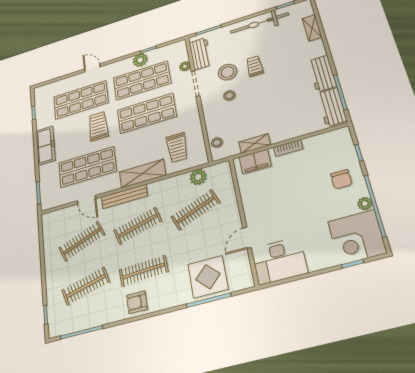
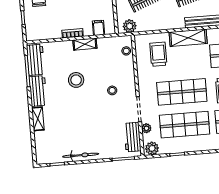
bicycle: (259, 23) -> (81, 155), width x0.73, depth x0.71
shelving: (312, 28) -> (38, 119), moved
plant: (140, 60) -> (152, 148), moved
trolley: (255, 66) -> (89, 112), removed
stool: (228, 72) -> (76, 80), moved
shelving: (255, 143) -> (85, 44), moved
filing cabinet: (255, 162) -> (98, 28), width x0.50
plant: (198, 177) -> (130, 26), moved

